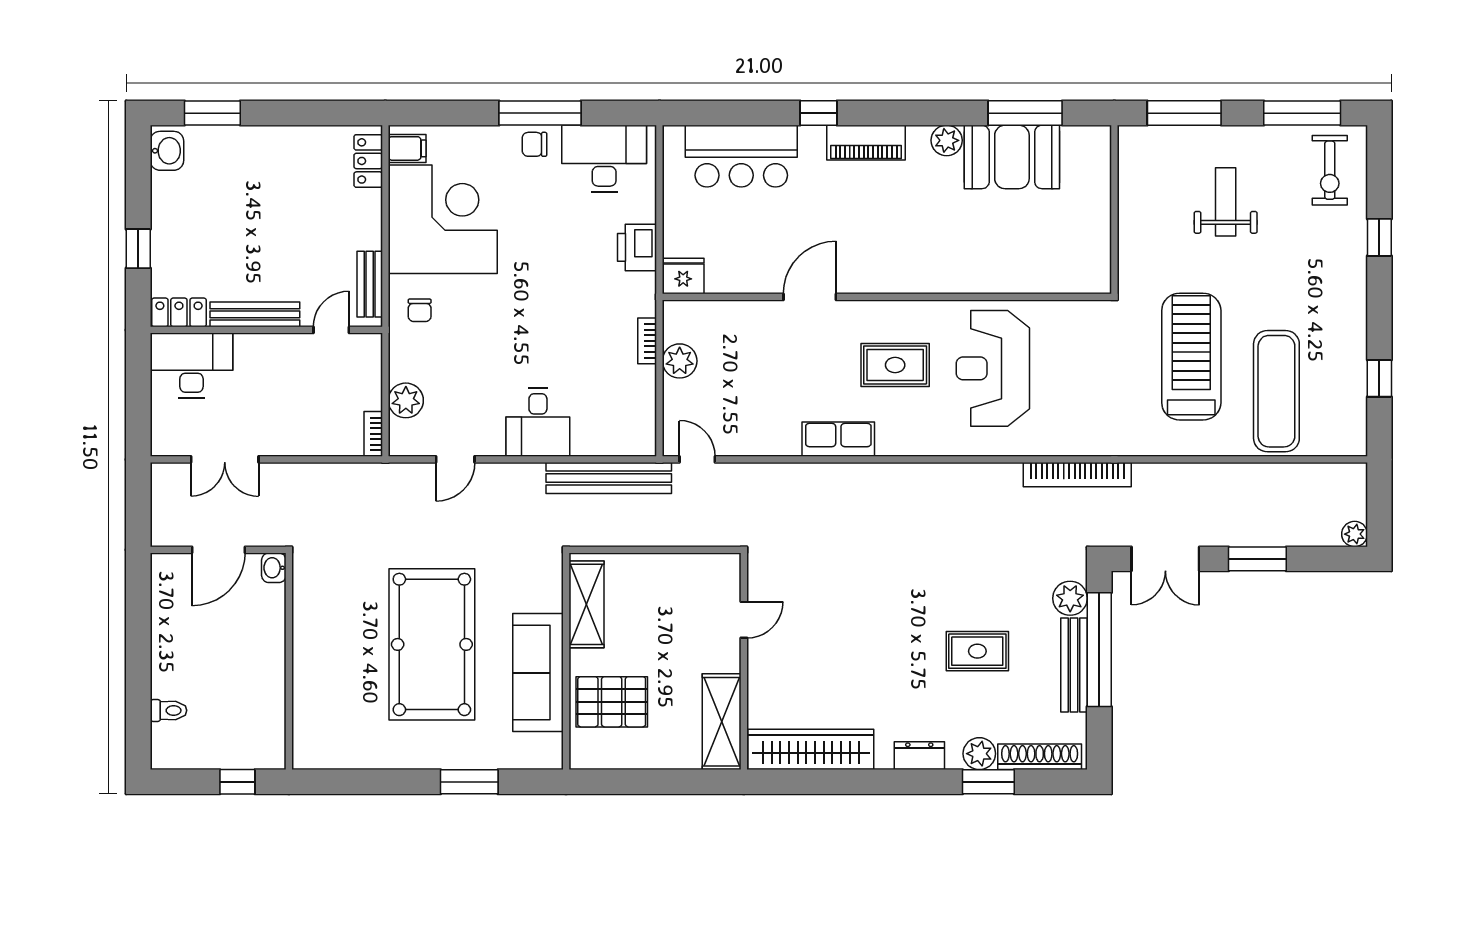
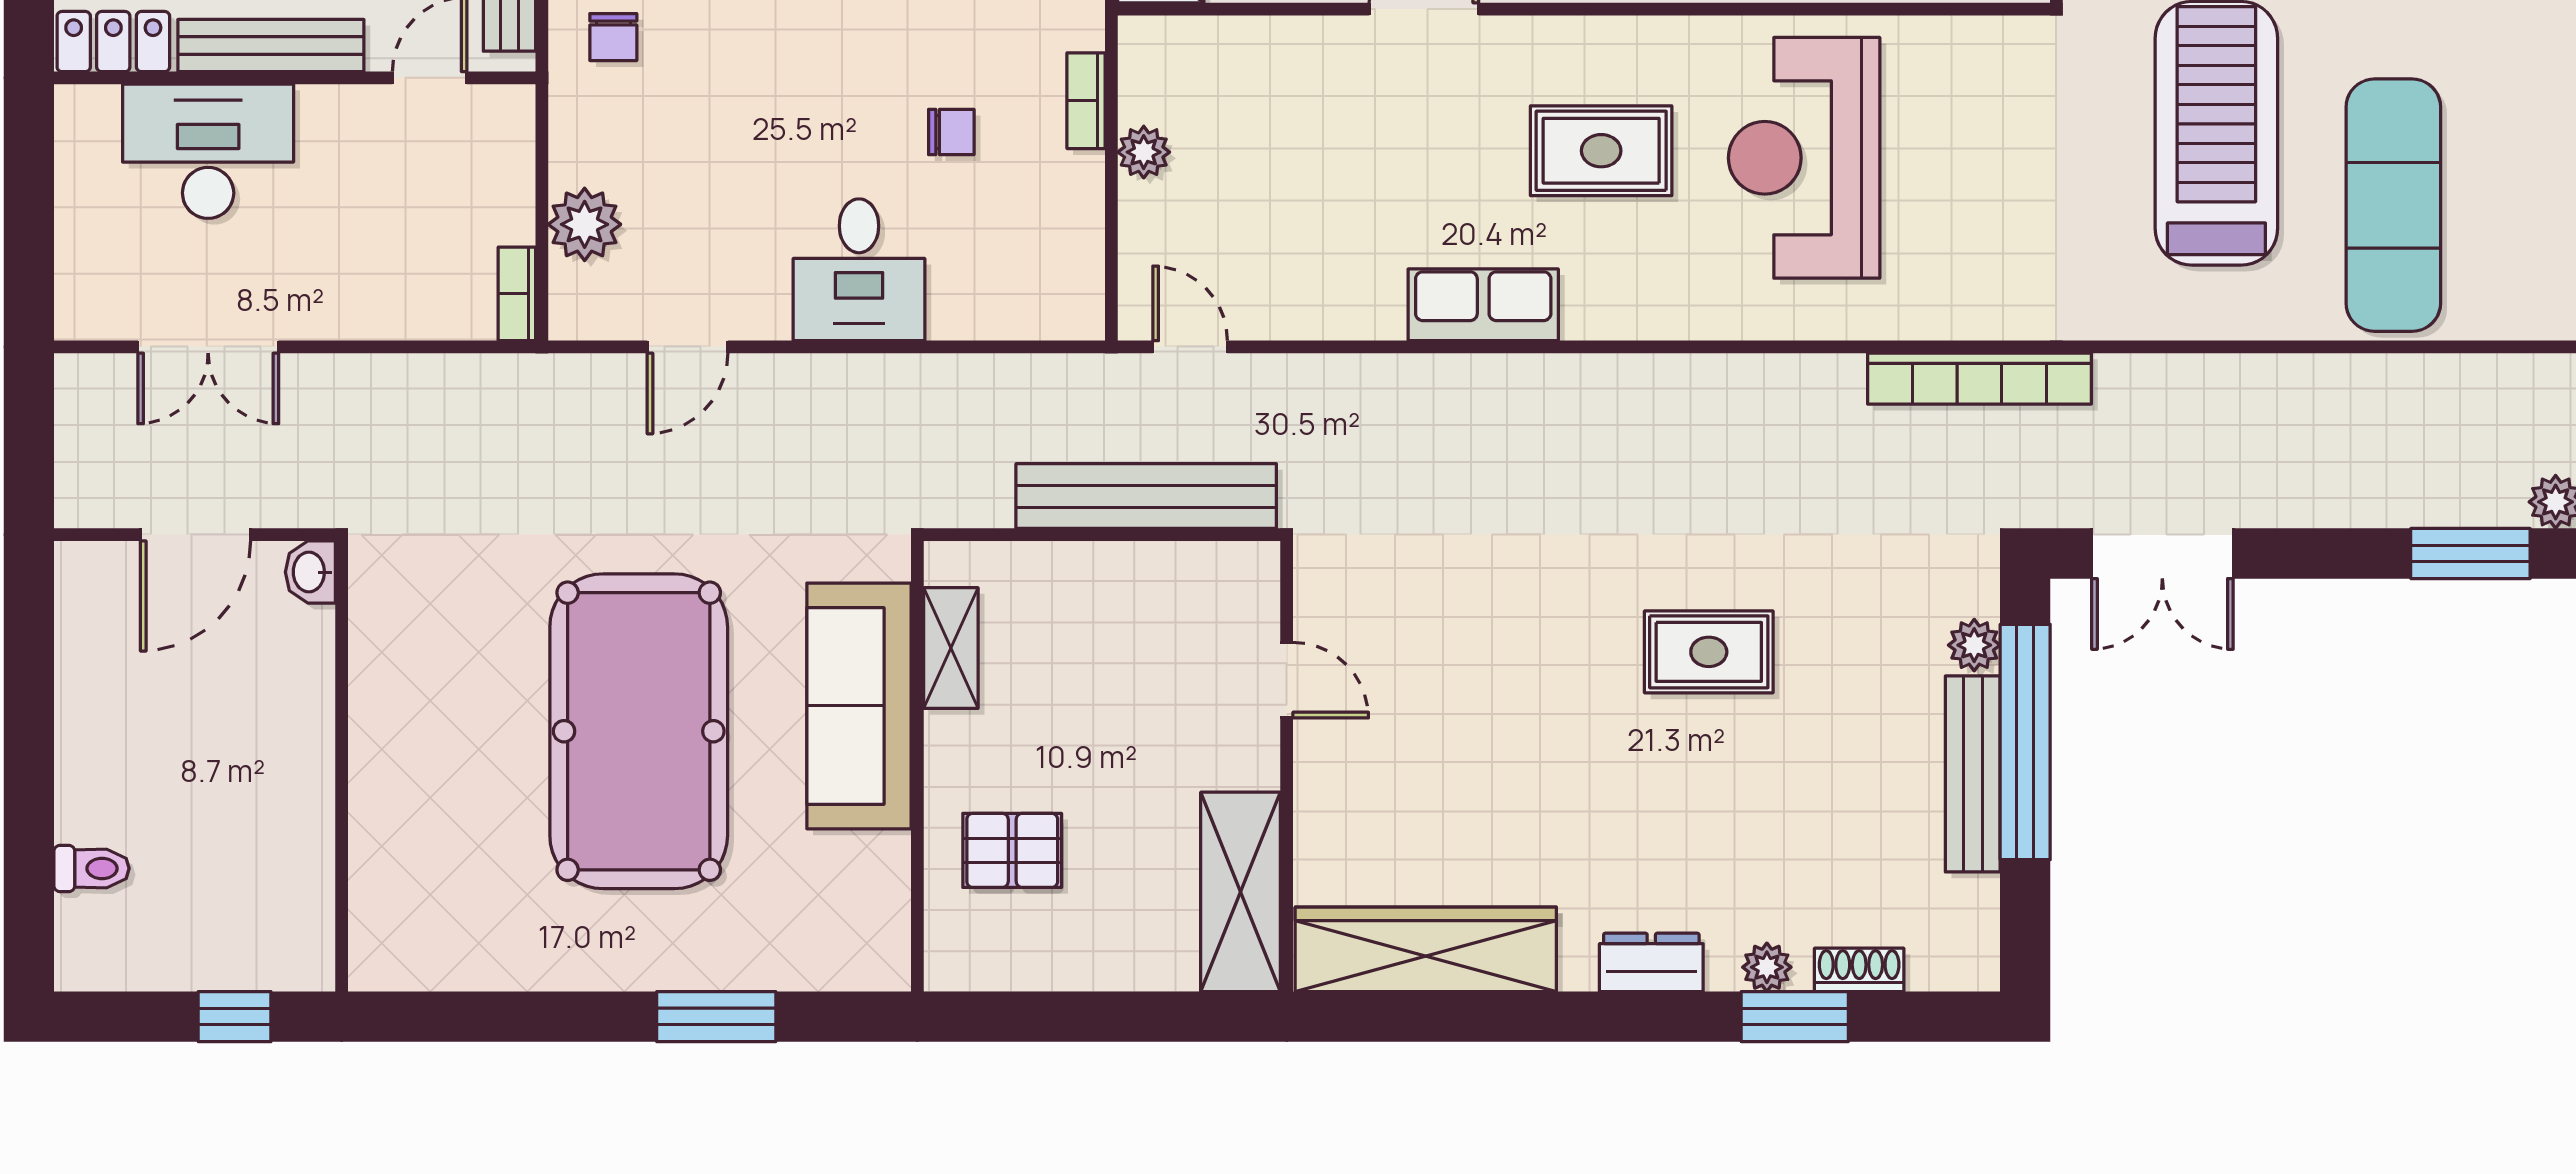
chair: (582, 356) -> (951, 132), added
plant: (680, 361) -> (1144, 152), width x0.73, depth x0.73
desk: (191, 365) -> (208, 151), moved
bench: (609, 478) -> (1146, 496), moved
window: (1257, 559) -> (2470, 553), moved
plant: (1070, 598) -> (1974, 645), width x0.73, depth x0.73
shelving: (586, 604) -> (951, 648), width x0.67, depth x0.75
door: (744, 620) -> (1287, 680), hinge flipped
rug: (977, 651) -> (1709, 652), moved
sofa: (538, 673) -> (859, 706), moved
pallet: (612, 702) -> (1012, 850), width x0.67, depth x0.71
plant: (979, 754) -> (1767, 967), width x0.73, depth x0.73
shoe rack: (1040, 757) -> (1859, 970), width x0.51, depth x0.81

